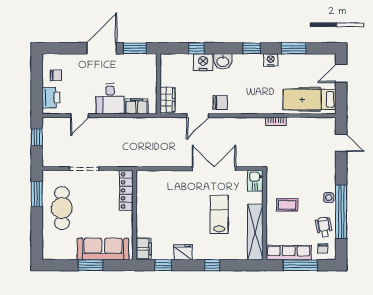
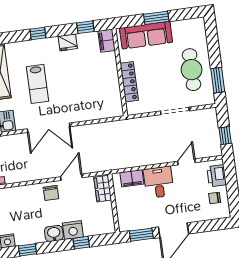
chair: (220, 103) -> (51, 193), turned -90
locker: (126, 190) -> (129, 82), moved

